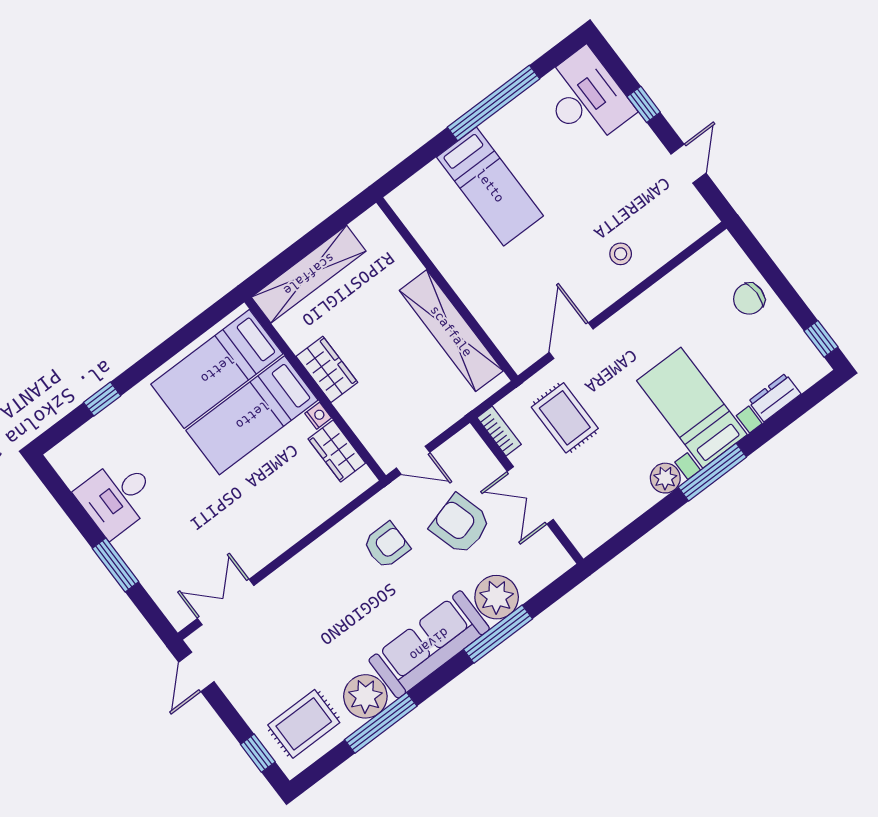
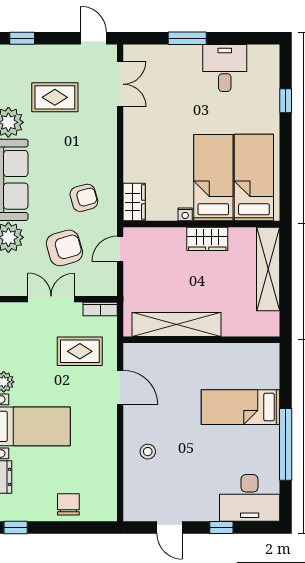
wardrobe: (337, 451) -> (134, 202), moved, turned 90
armchair: (386, 545) -> (84, 198), turned -105
rug: (304, 724) -> (55, 97), moved, turned 90

